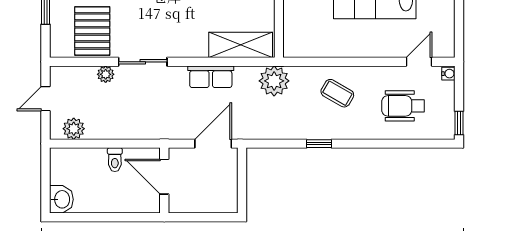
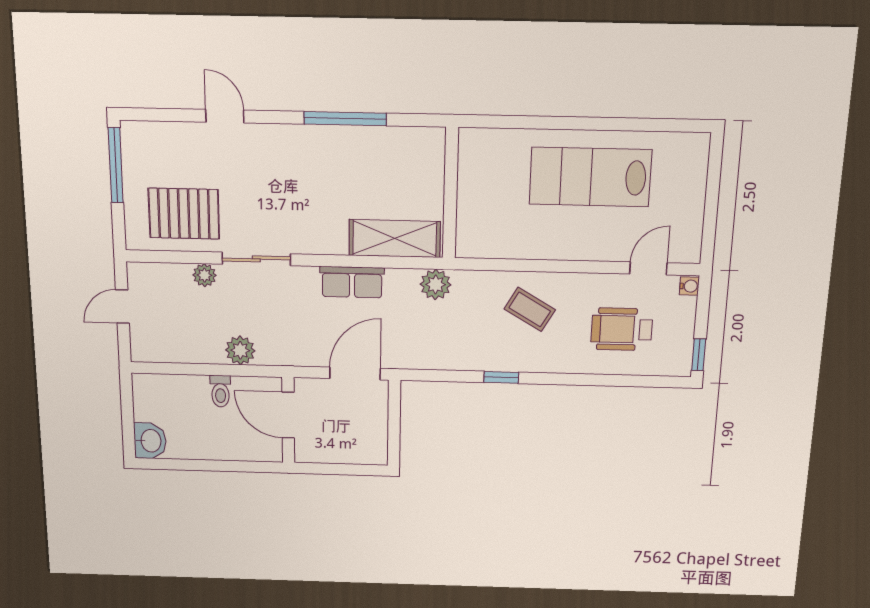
pallet: (92, 31) -> (184, 214), turned 90
plant: (274, 81) -> (436, 284), width x0.73, depth x0.73
plant: (74, 129) -> (240, 350), moved

